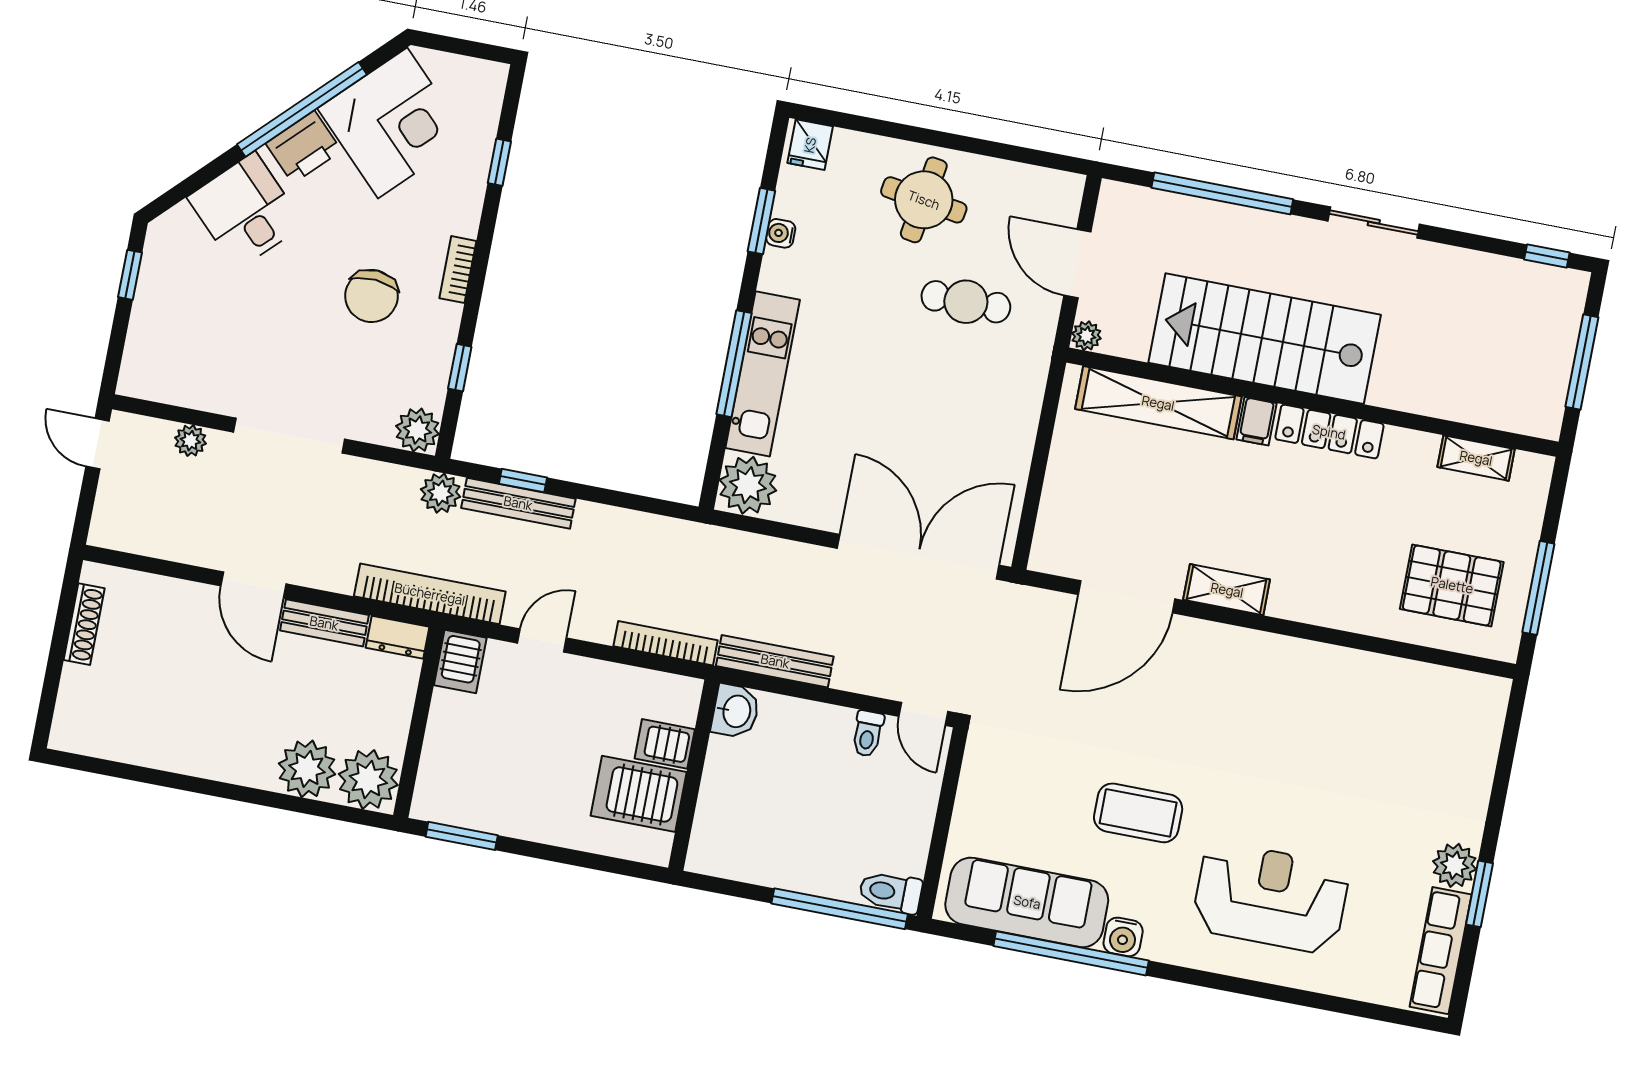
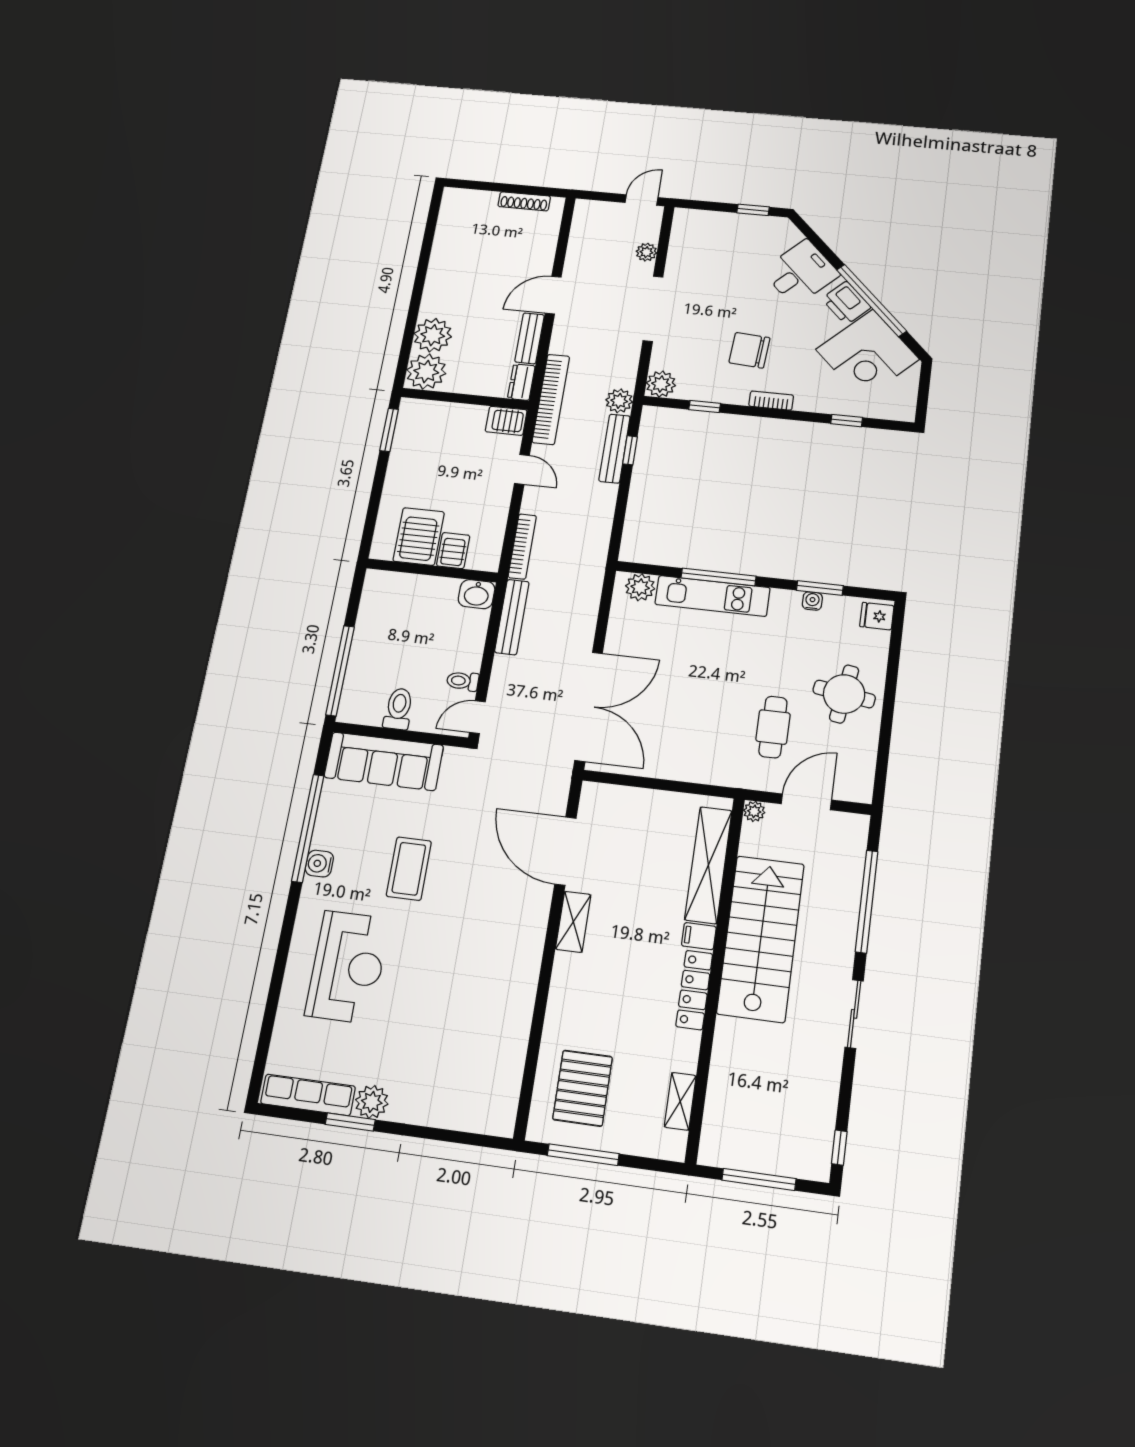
plant: (748, 485) -> (640, 587), width x0.73, depth x0.73
toilet: (891, 892) -> (398, 709), moved
sofa: (1027, 902) -> (384, 761), moved, turned 90

